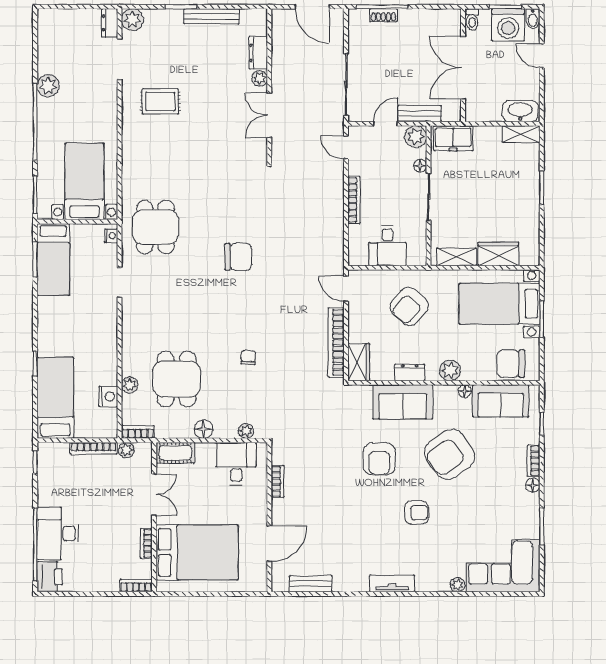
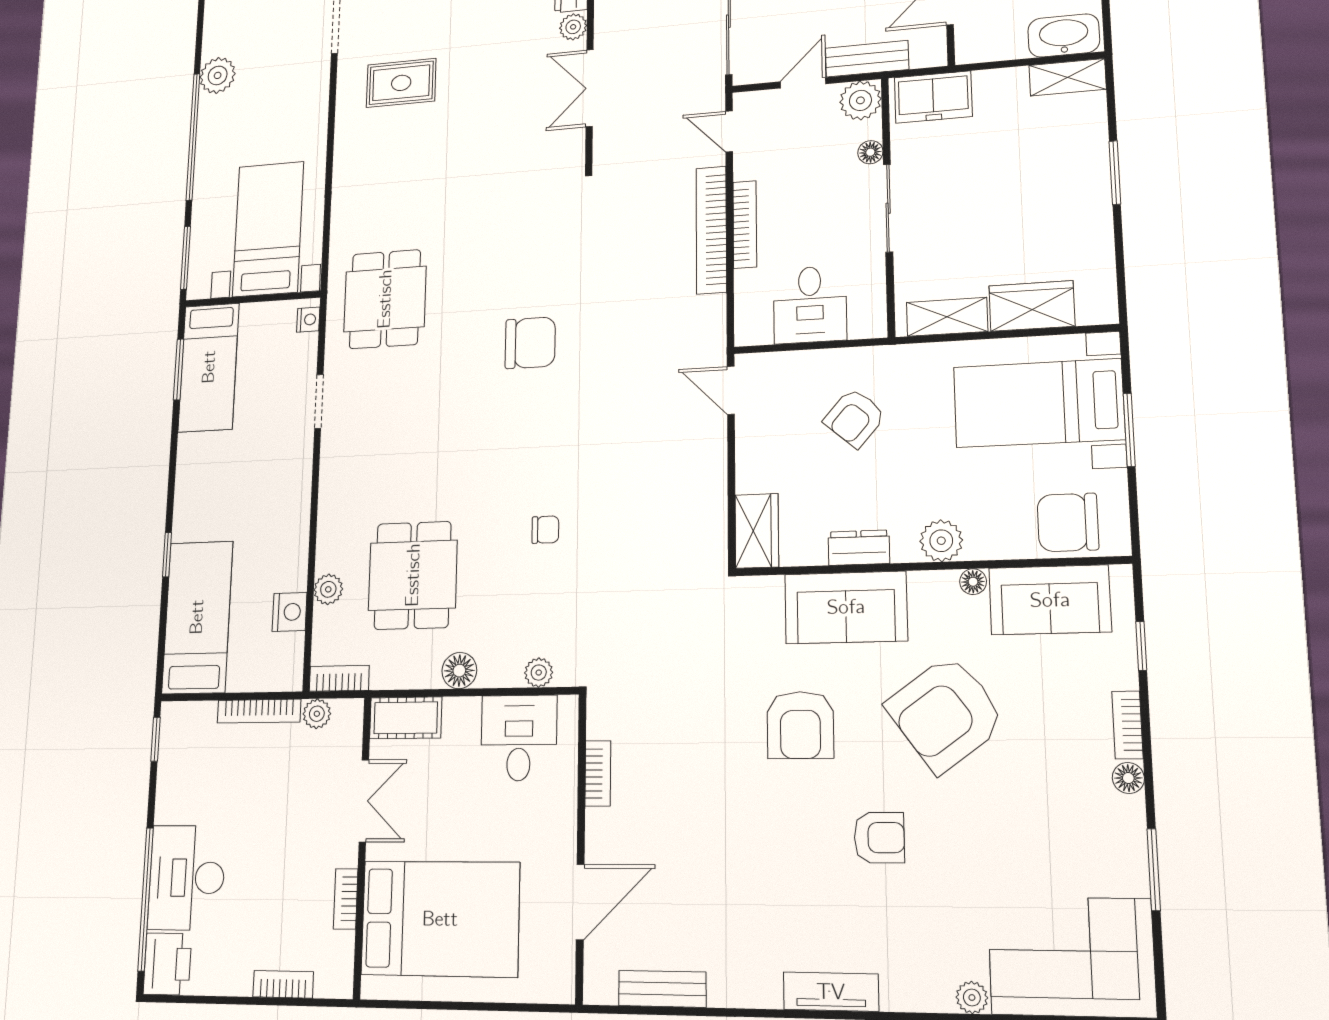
armchair: (409, 306) -> (855, 418), width x0.72, depth x0.72
bookcase: (336, 342) -> (711, 230), moved
chair: (248, 357) -> (545, 530), turned 87
bookcase: (136, 586) -> (283, 984), moved

